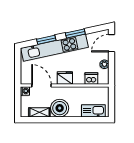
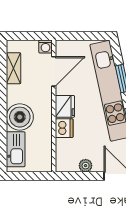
dishwasher: (91, 79) -> (64, 128), moved
boiler: (60, 108) -> (20, 117), moved

